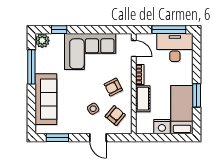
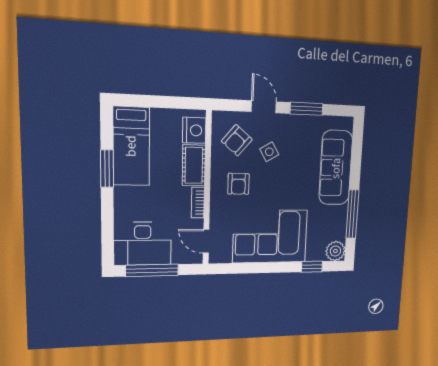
armchair: (113, 87) -> (238, 184), turned 117
nightstand: (162, 127) -> (194, 130), moved, turned 90
window: (57, 138) -> (306, 109), moved

